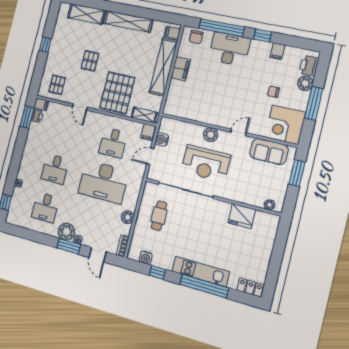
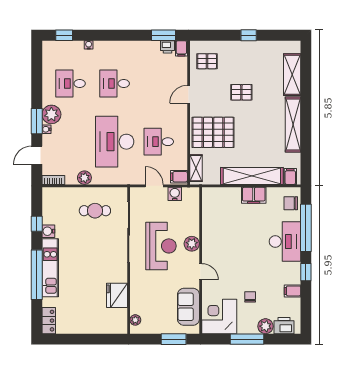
reception desk: (206, 163) -> (161, 246), turned 180
water cooler: (146, 257) -> (48, 231), moved

